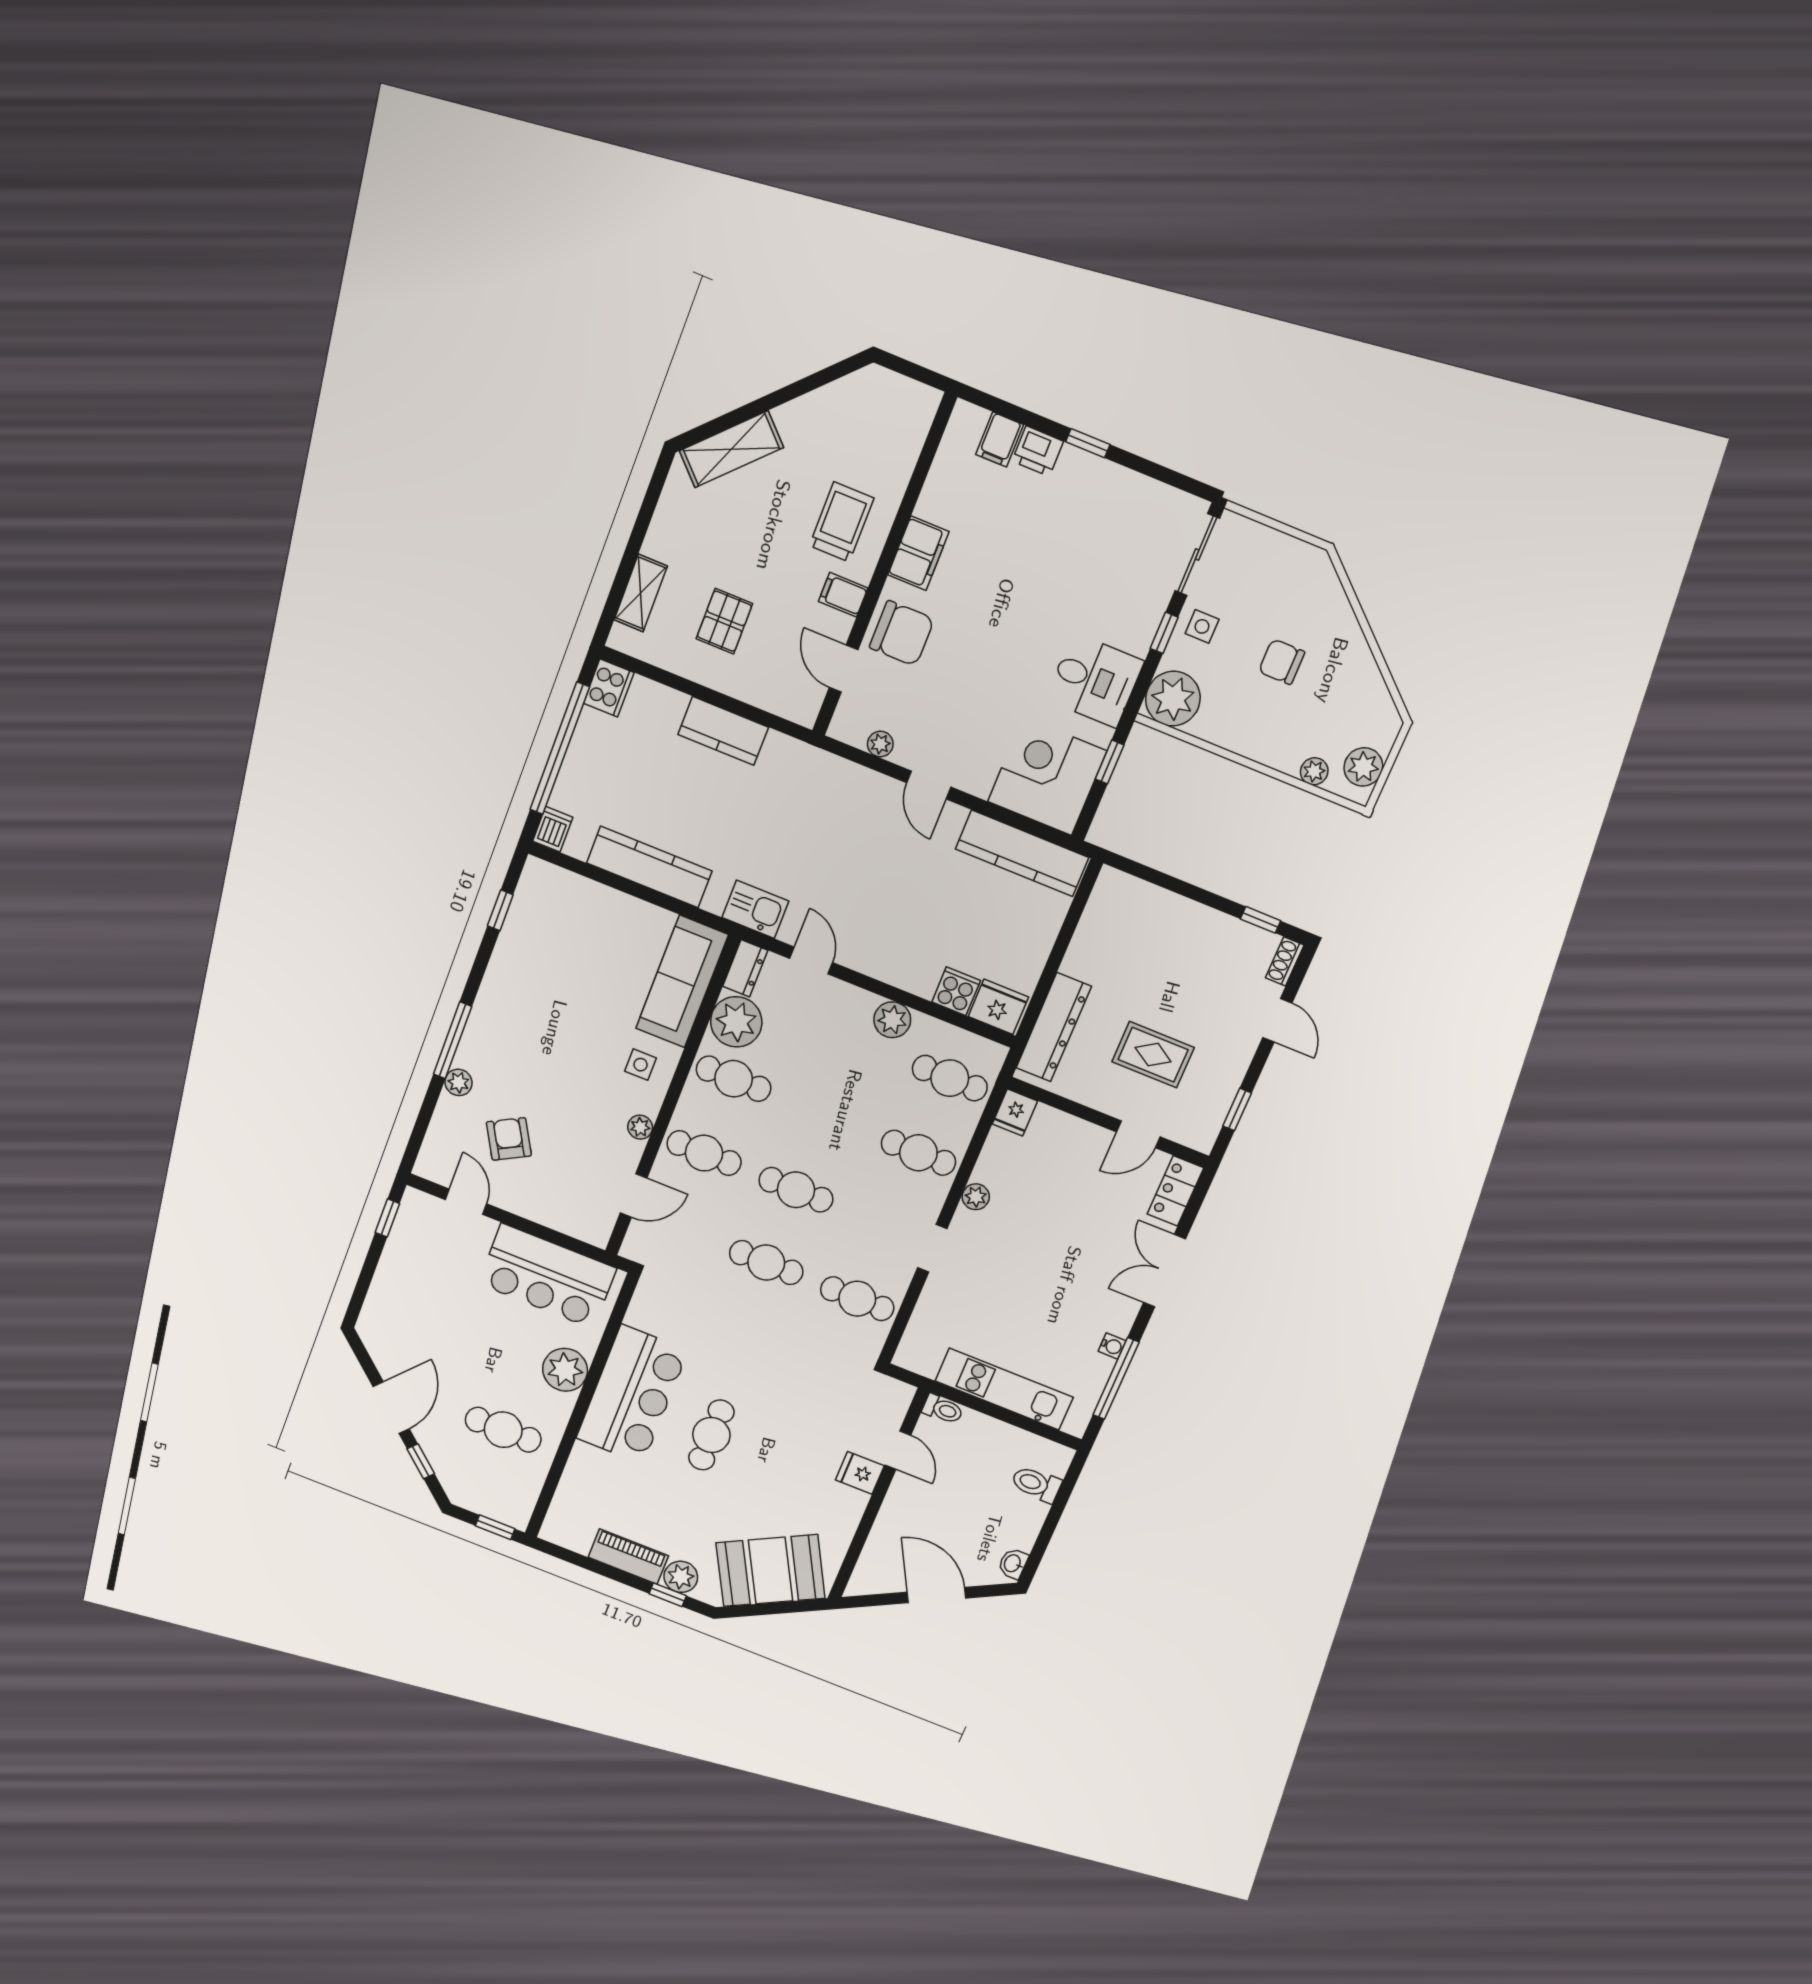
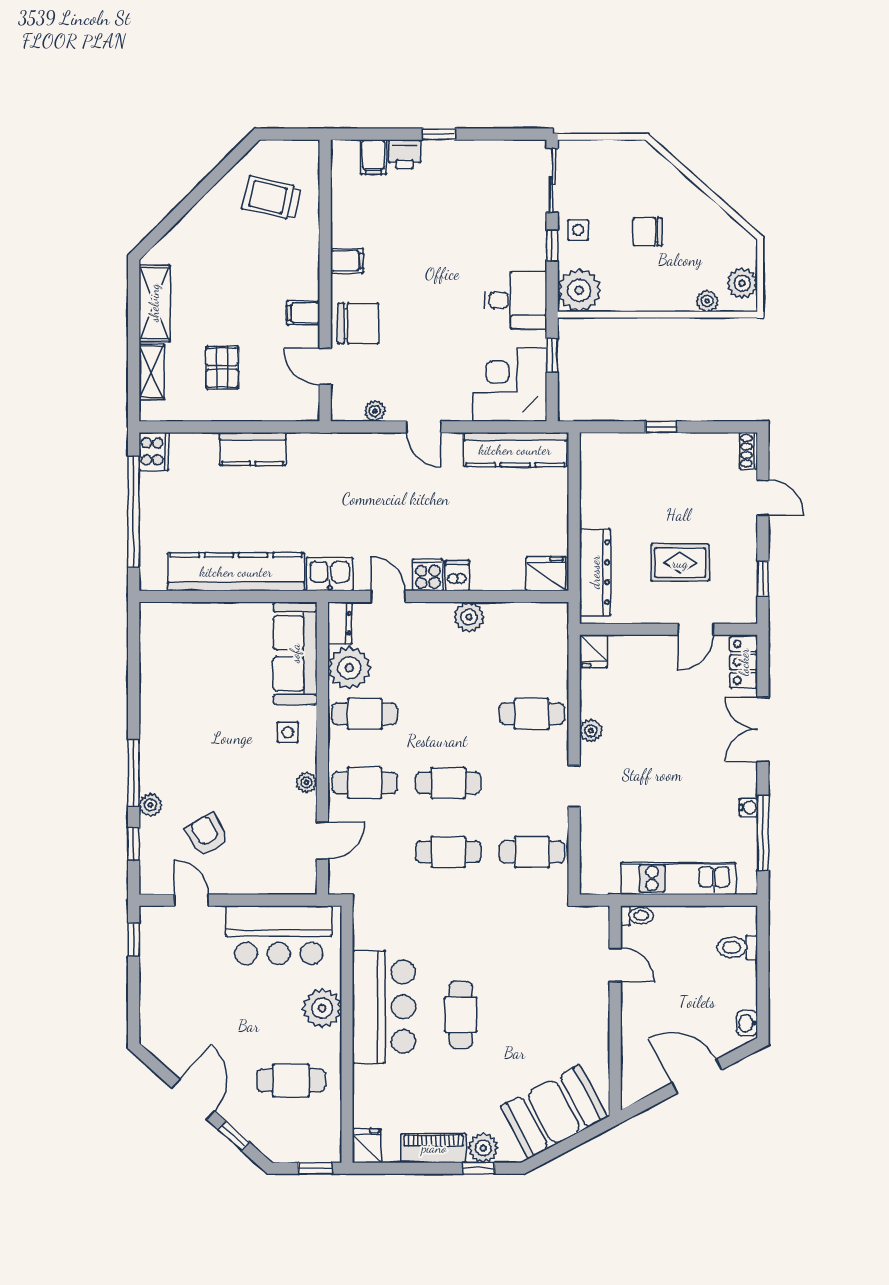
shelving: (731, 449) -> (154, 303), moved, turned -45
trolley: (842, 522) -> (271, 198), moved, turned -77
filing cabinet: (918, 553) -> (347, 261), width x0.50
dishwasher: (553, 829) -> (457, 576), moved
kitchen counter: (649, 867) -> (236, 572), width x1.39, depth x1.17
window: (500, 910) -> (134, 844), moved
window: (1261, 920) -> (661, 427), moved
cooker: (956, 991) -> (428, 575), moved
cafe table: (950, 1078) -> (532, 645), removed
fridge: (860, 1473) -> (367, 1146), moved, turned 90

